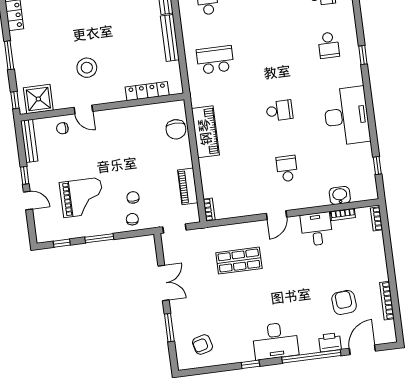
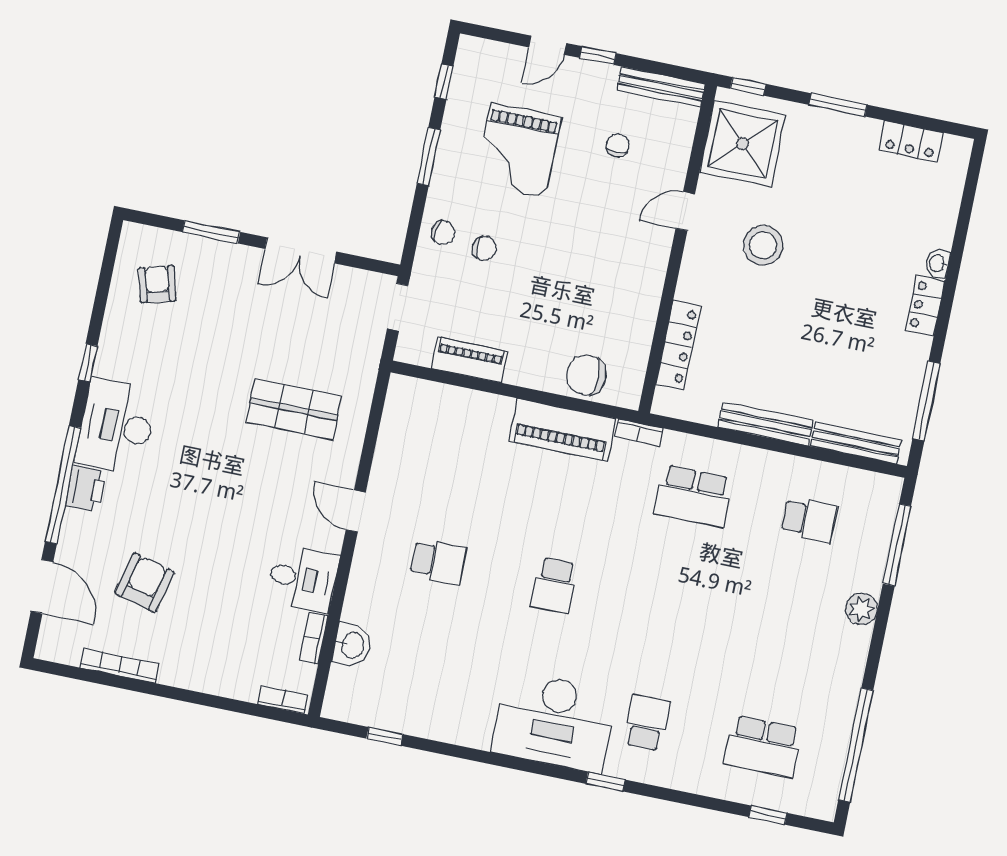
school desk: (329, 45) -> (647, 723), turned 90
school desk: (215, 60) -> (693, 496), turned 90
shower: (38, 99) -> (743, 144), width x1.37, depth x1.37
desk: (347, 116) -> (554, 722), moved
chair: (62, 128) -> (618, 146), moved
bookcase: (209, 210) -> (639, 433), moved
shop shelf: (239, 261) -> (294, 409), turned 90
armchair: (344, 302) -> (144, 583), turned -71
printer: (330, 342) -> (86, 489), moved

